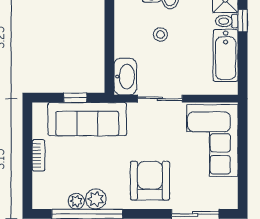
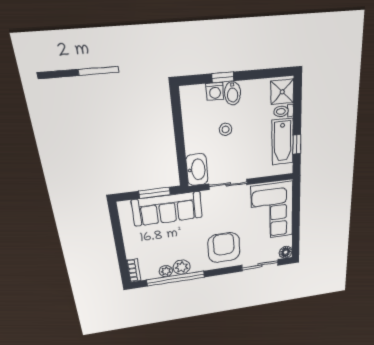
window: (243, 21) -> (297, 144), moved
window: (75, 98) -> (154, 193), width x1.50
bookcase: (38, 155) -> (134, 270), moved
floor lamp: (229, 201) -> (286, 252), added

